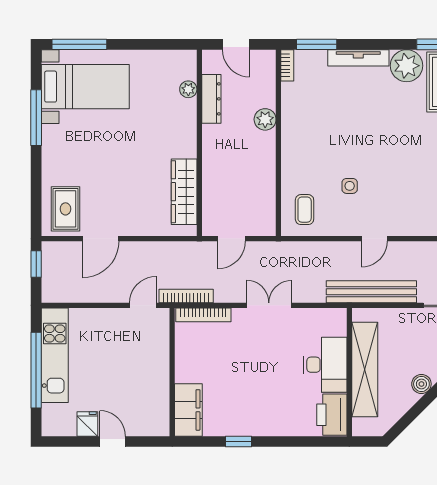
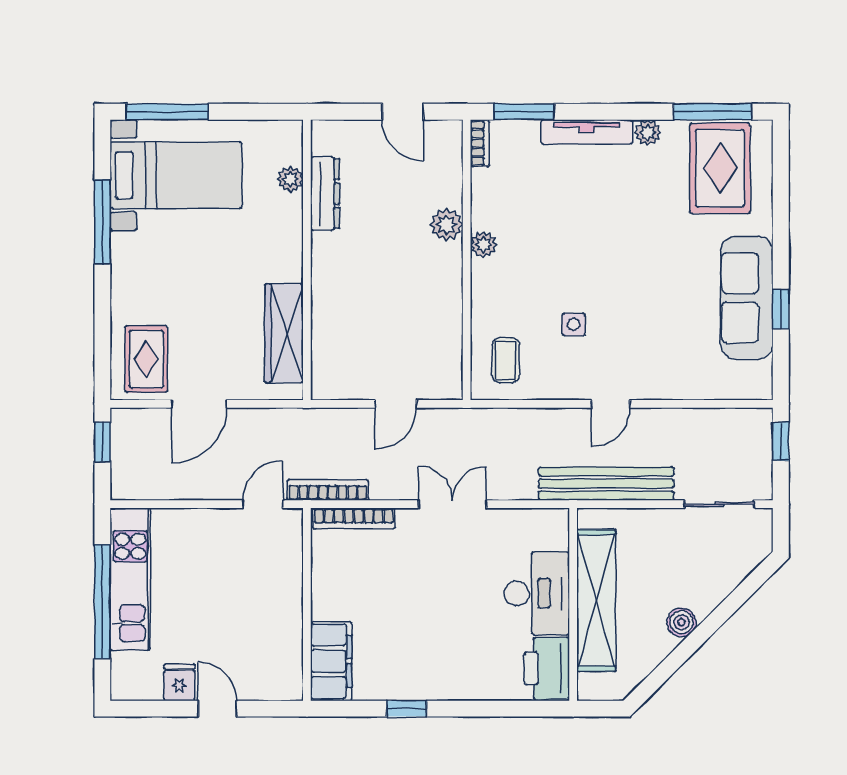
plant: (407, 66) -> (648, 132), width x0.53, depth x0.53
plant: (188, 89) -> (290, 179), moved
dresser: (211, 99) -> (325, 194), moved
plant: (290, 133) -> (483, 245), added
wall: (199, 143) -> (307, 260), moved
wardrobe: (184, 192) -> (284, 333), moved

